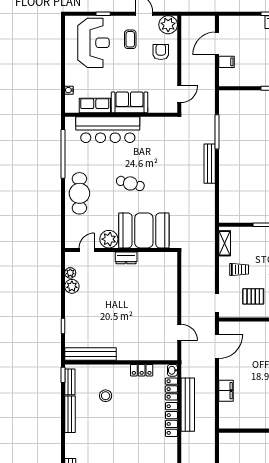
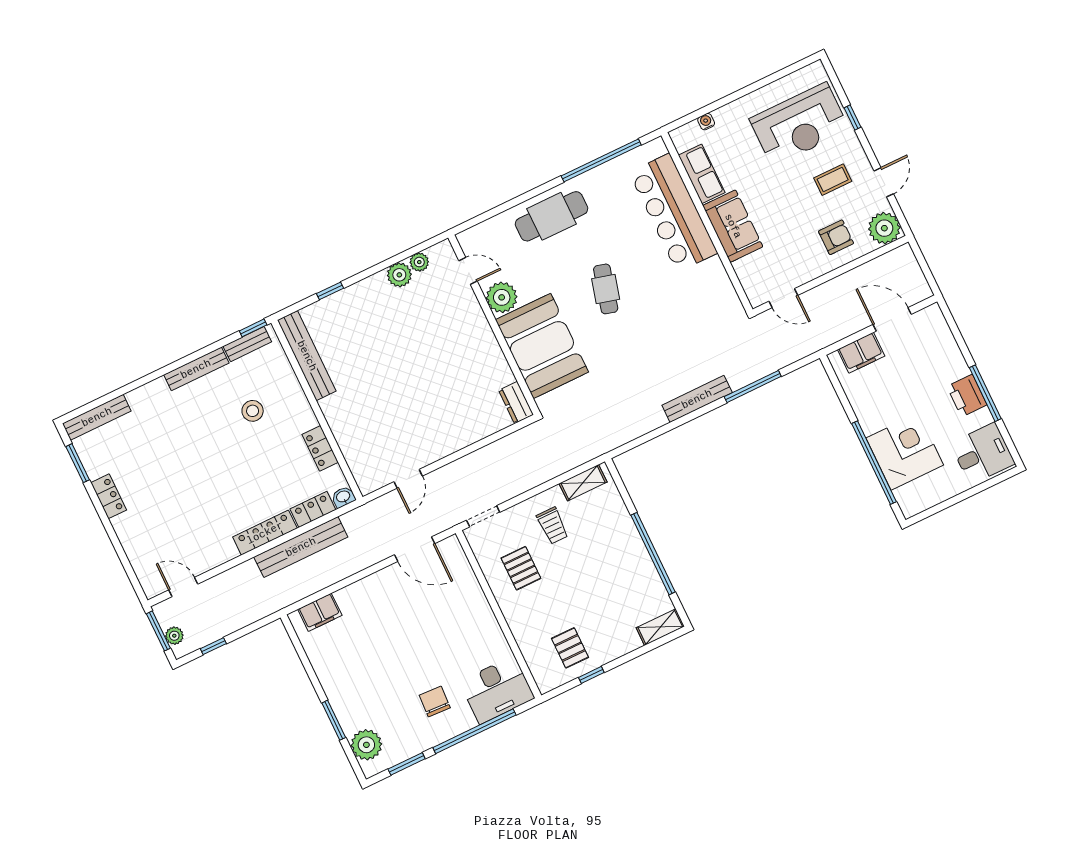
filing cabinet: (227, 62) -> (861, 353), width x2.00
dresser: (126, 258) -> (516, 402), moved
filing cabinet: (226, 391) -> (320, 612), moved

